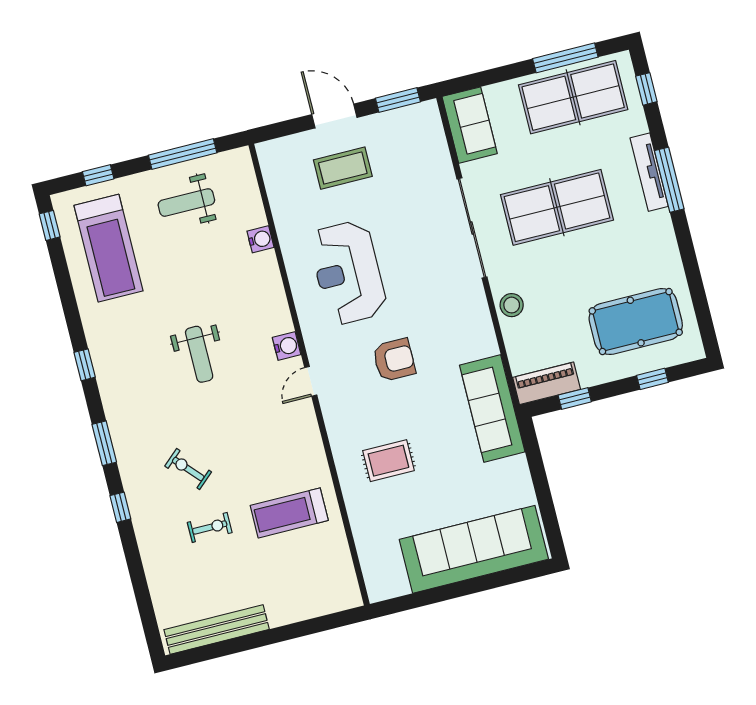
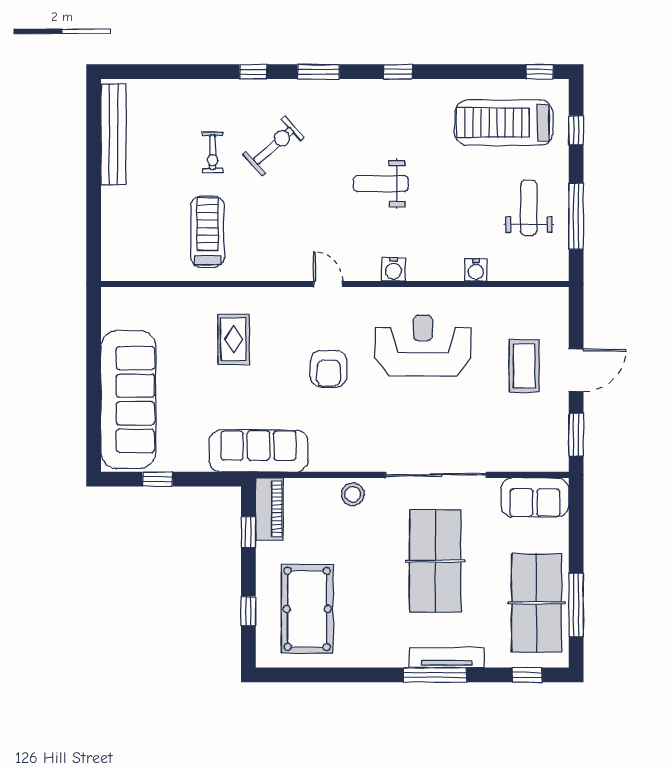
water cooler: (287, 346) -> (394, 269), moved
exercise bike: (188, 469) -> (274, 146), width x1.38, depth x1.39
window: (545, 501) -> (157, 479), added

